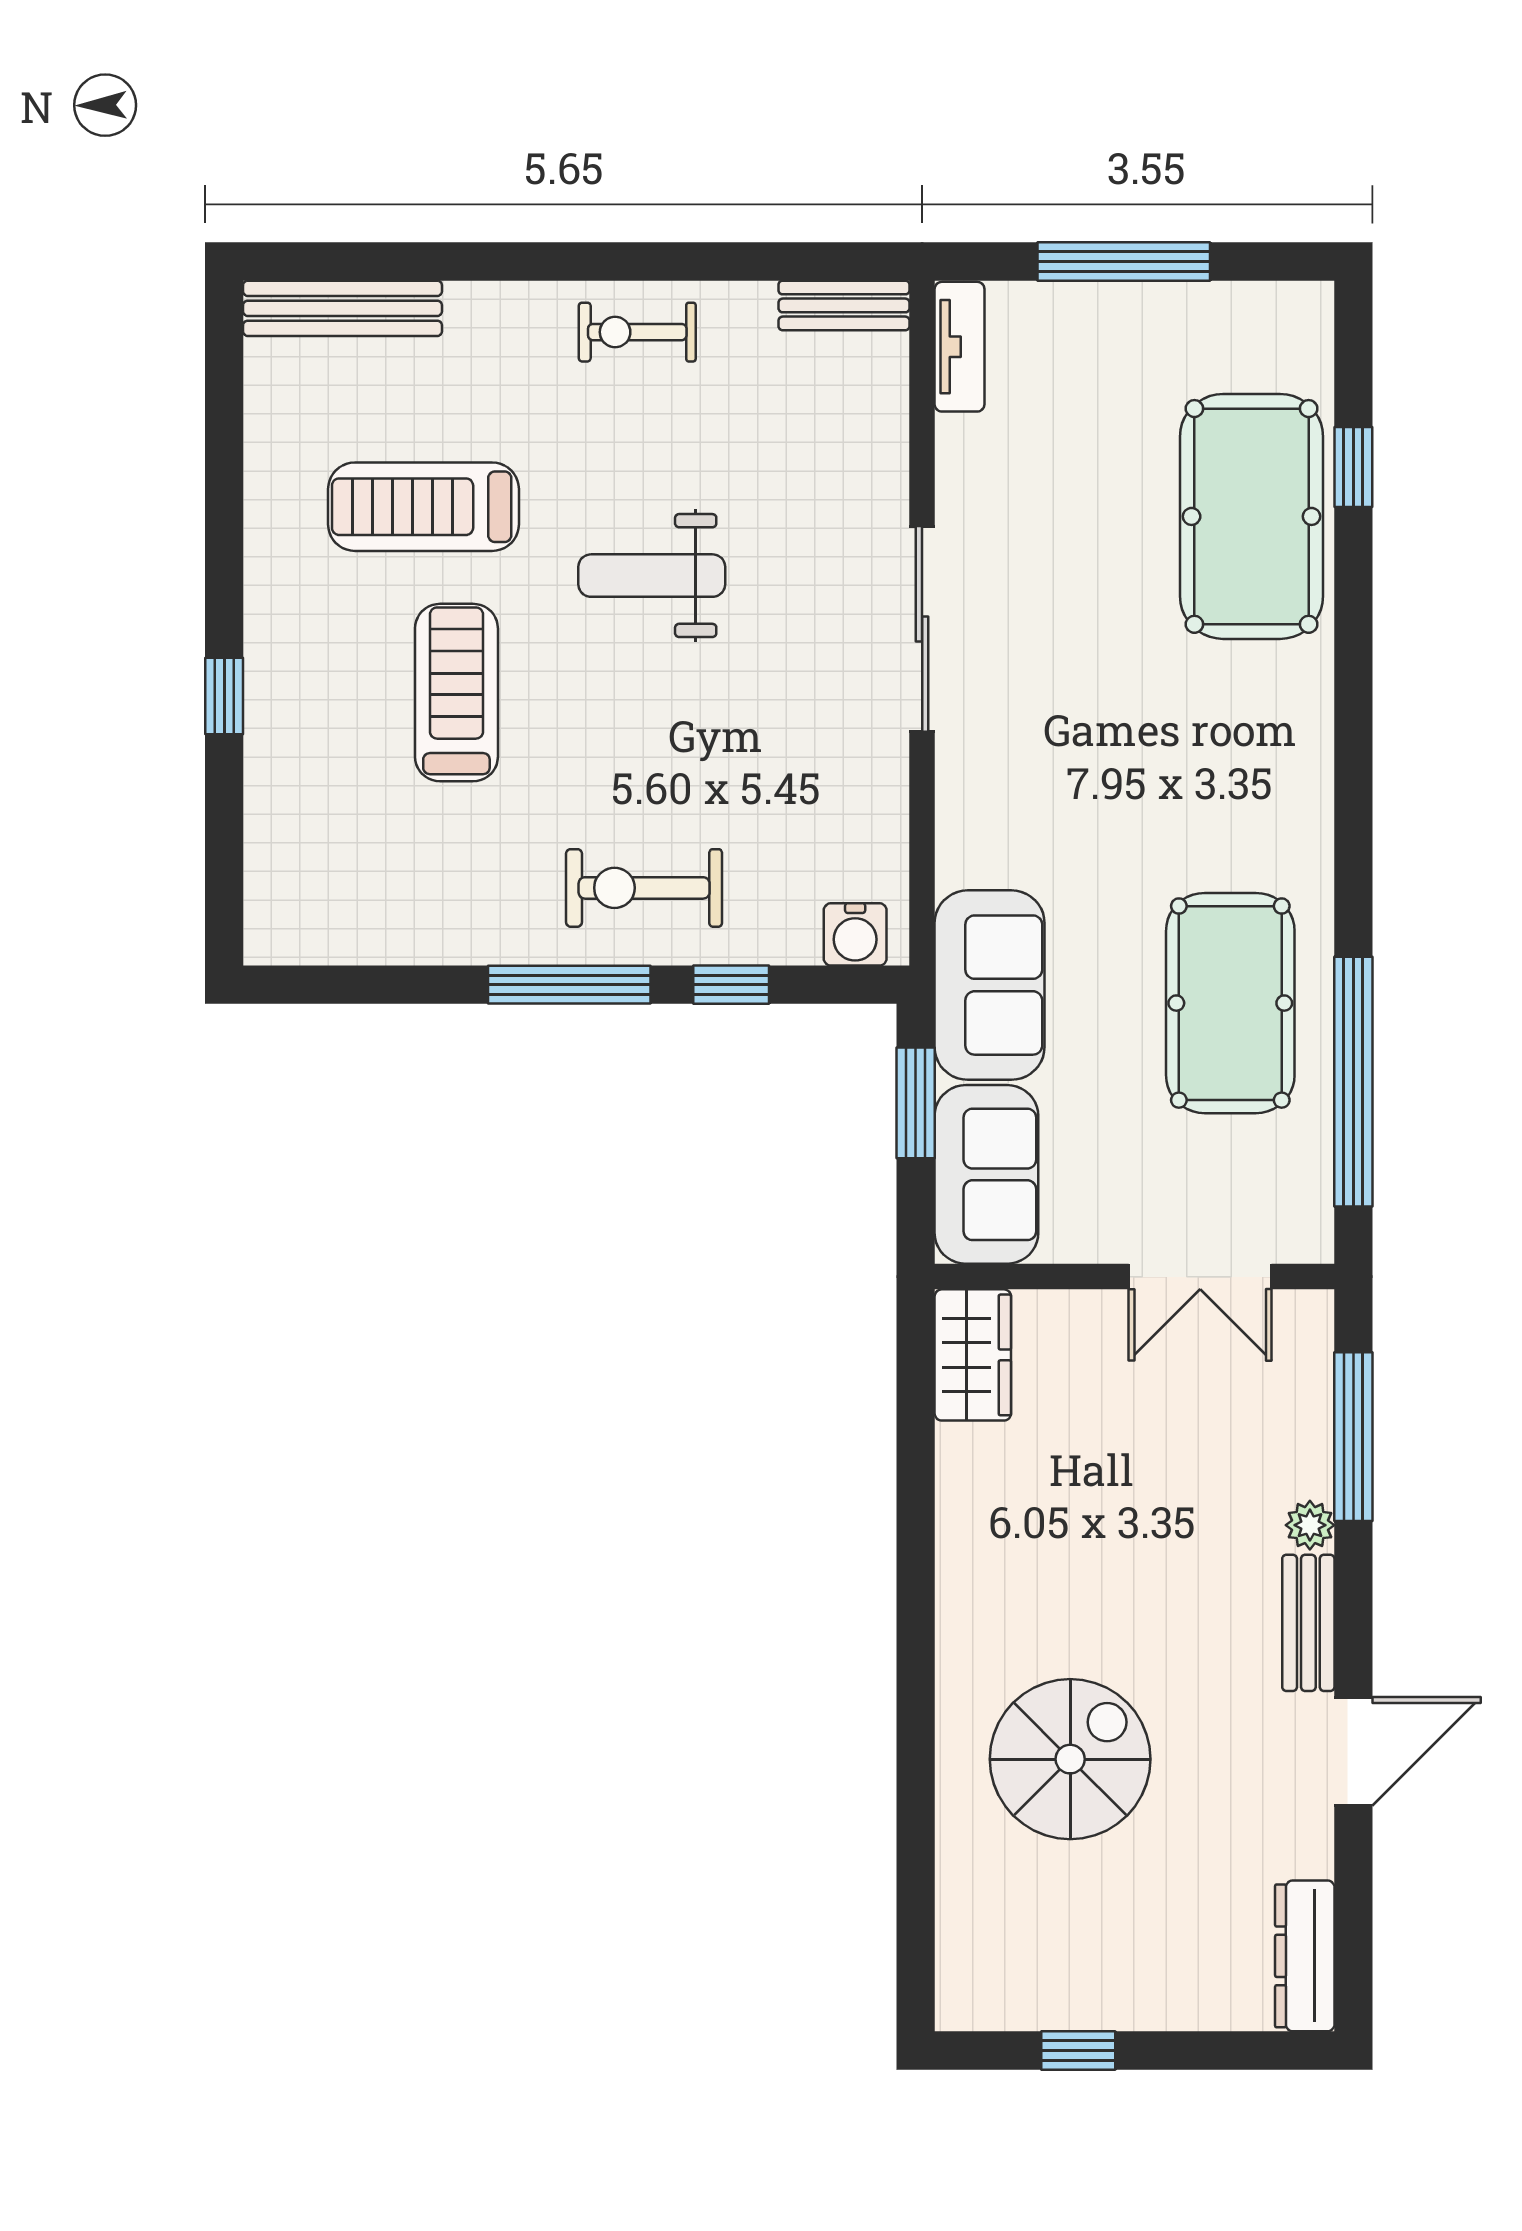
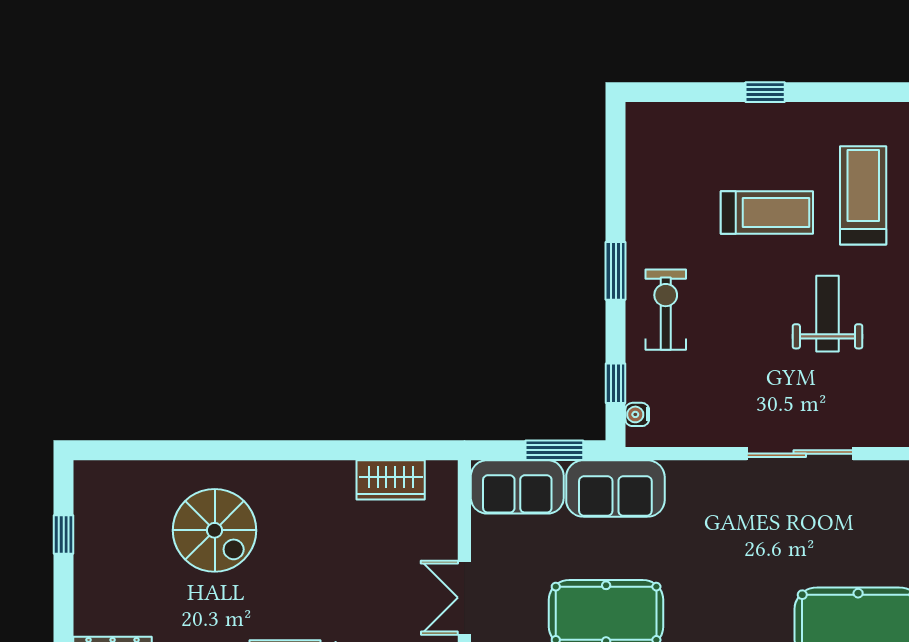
water cooler: (855, 934) -> (637, 414), width x0.72, depth x0.72
window: (569, 985) -> (616, 271), width x0.69
window: (731, 985) -> (616, 383), moved
wardrobe: (973, 1355) -> (391, 480), moved

